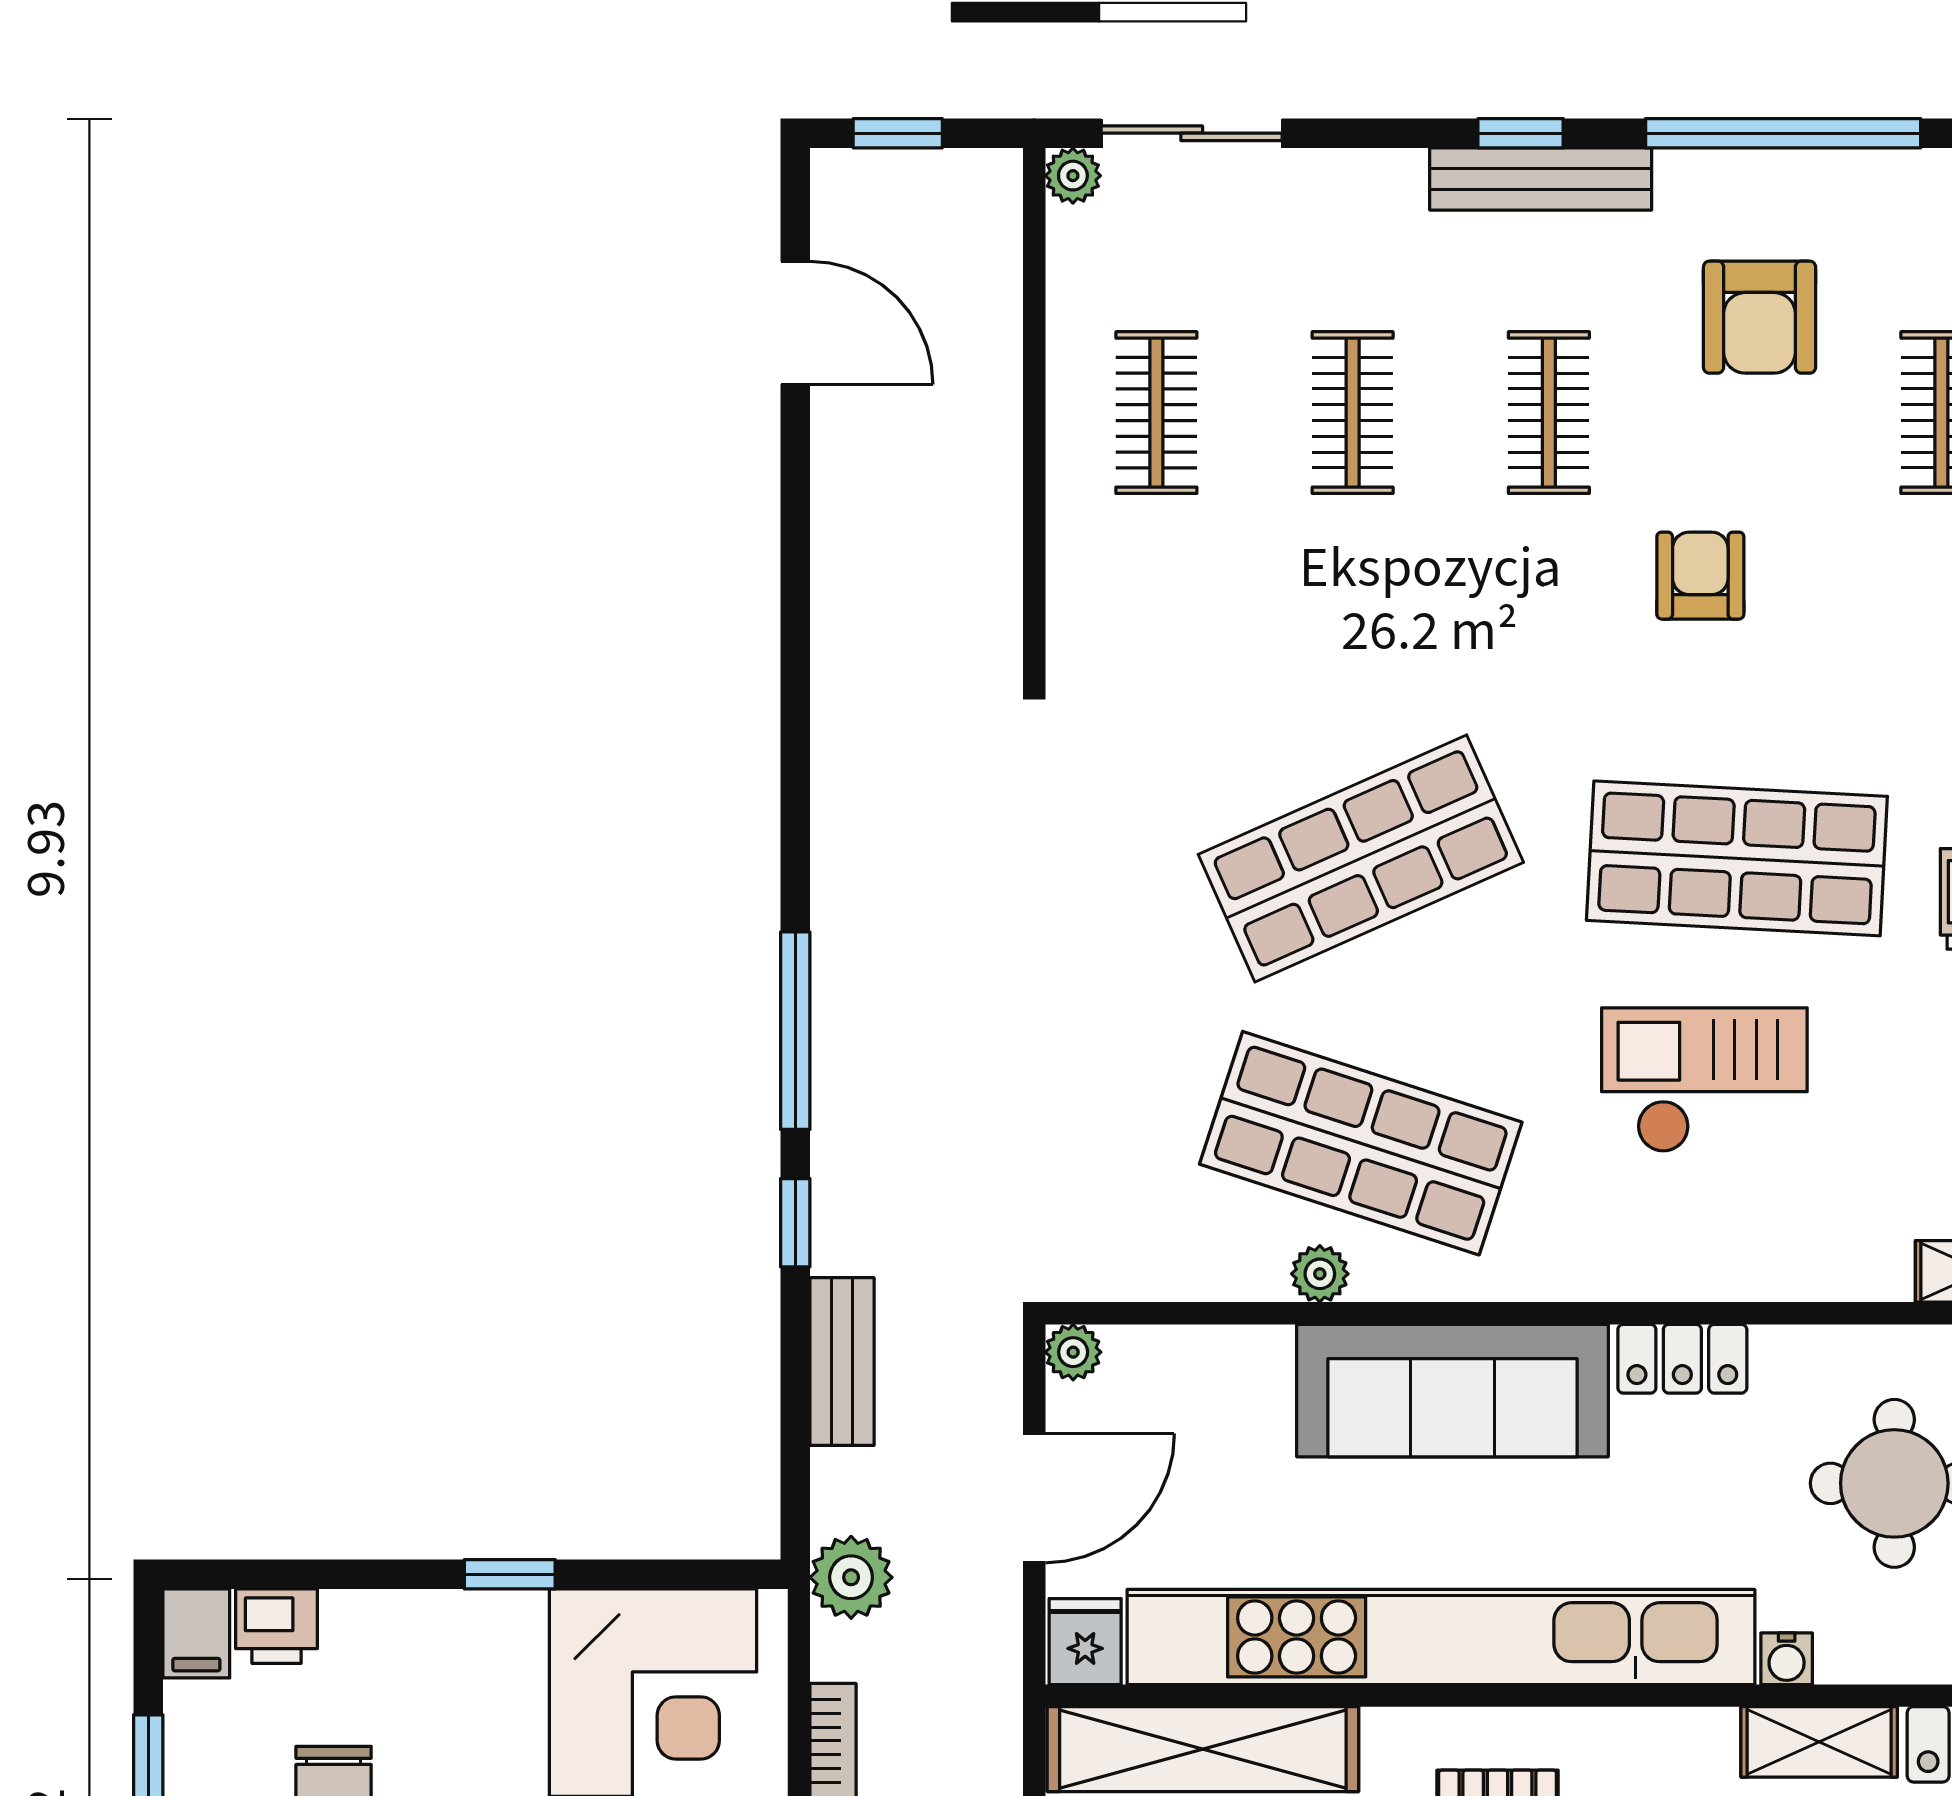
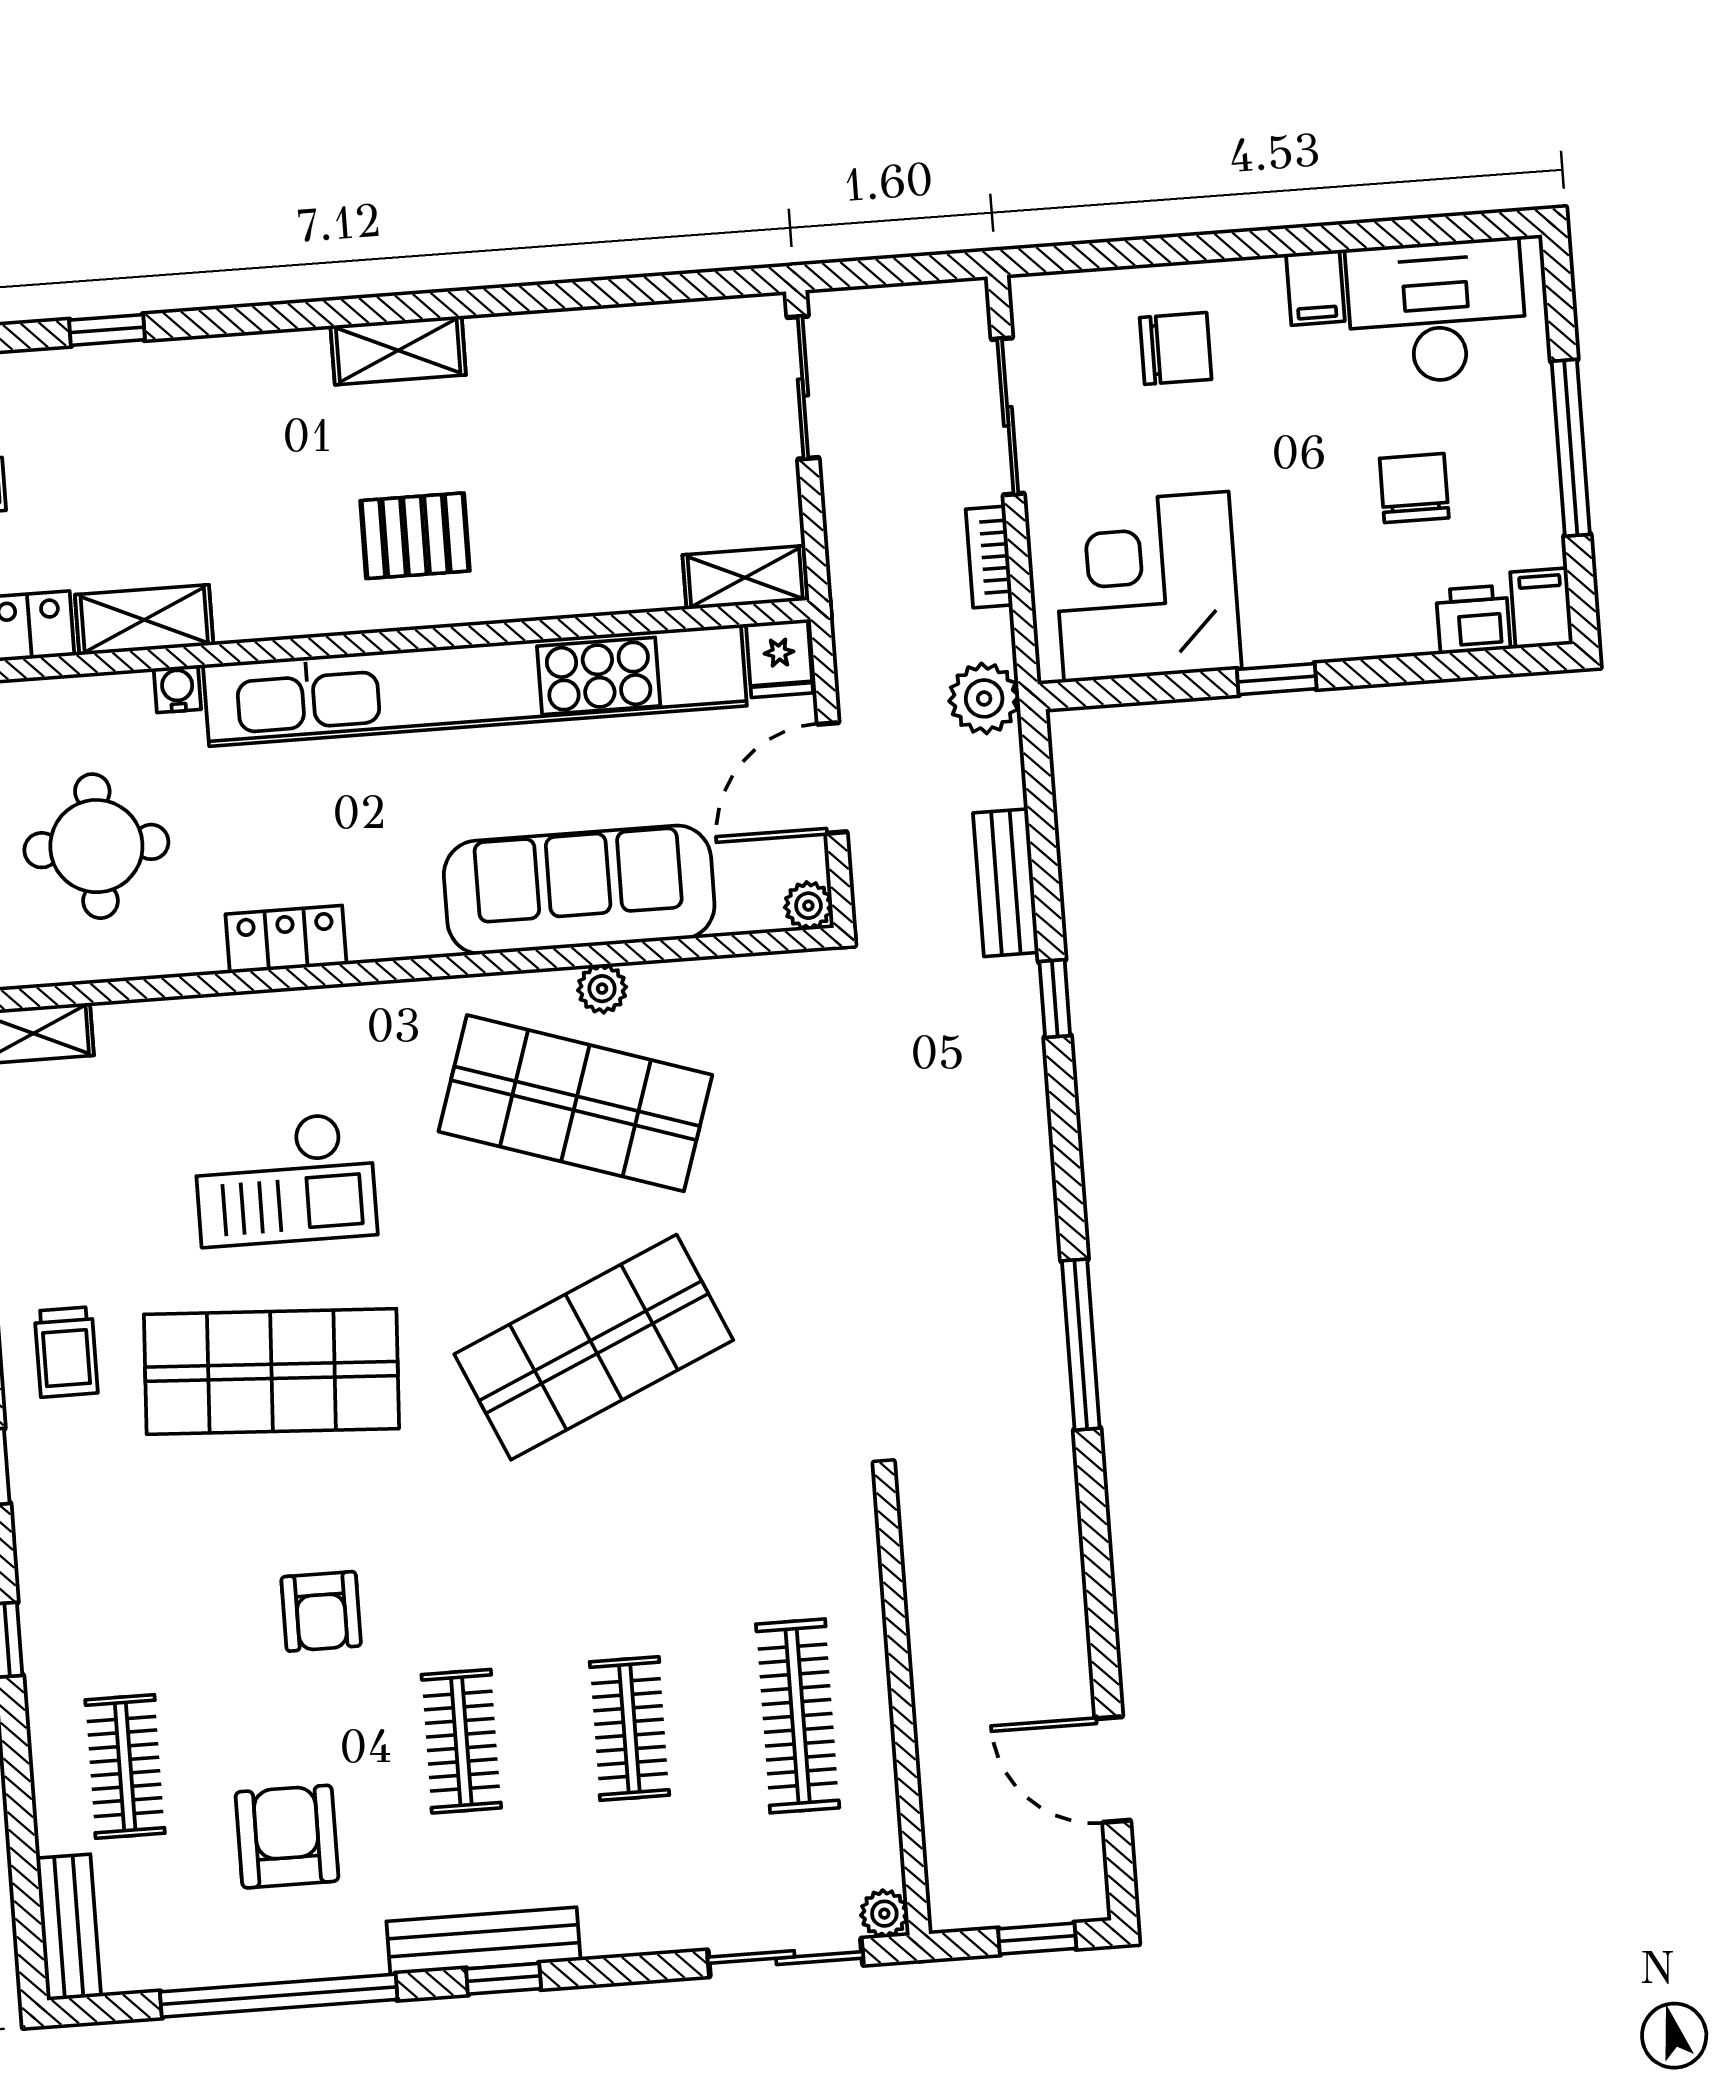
clothes rail: (1156, 413) -> (798, 1716), width x1.36
window: (795, 1031) -> (1081, 1345), moved
sofa: (1452, 1391) -> (579, 890), moved
shelving: (1203, 1749) -> (745, 578), width x0.45, depth x0.75

